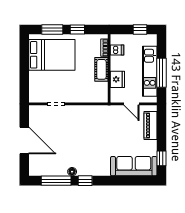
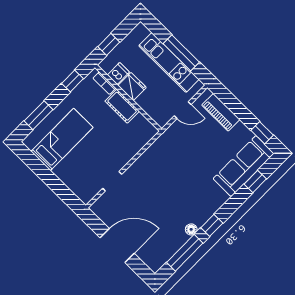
window: (77, 29) -> (72, 81), moved
window: (140, 29) -> (109, 44), moved
bed: (52, 55) -> (62, 139), width x0.67
fridge: (117, 79) -> (132, 87), moved
window: (132, 181) -> (255, 182), added

